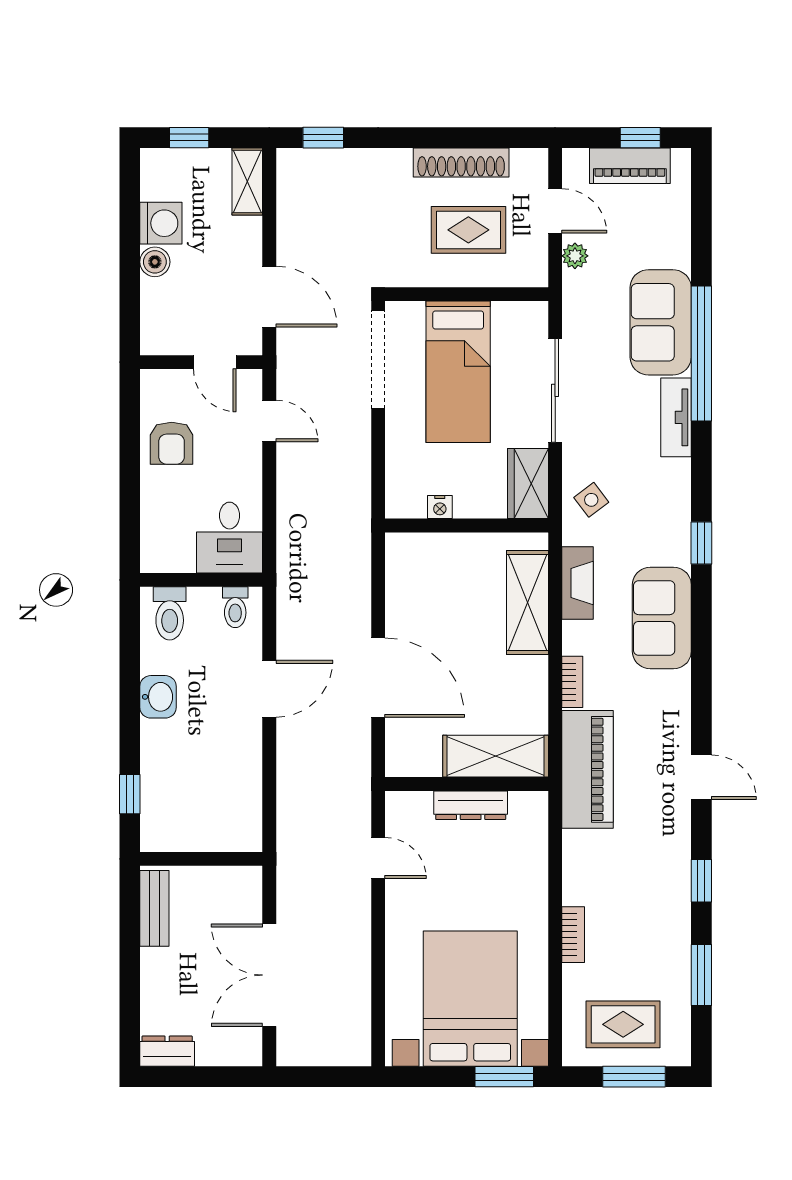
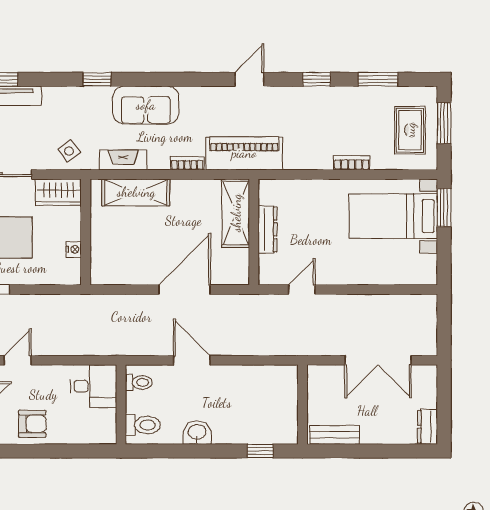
bed with nightstands: (470, 999) -> (393, 216), width x0.73

